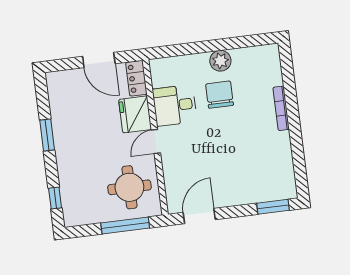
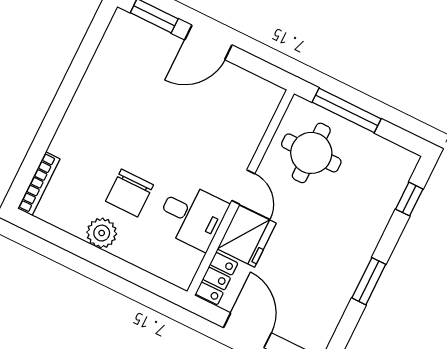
bookcase: (281, 108) -> (39, 184), moved
door: (156, 141) -> (243, 187), hinge flipped
door: (199, 216) -> (208, 42), moved

